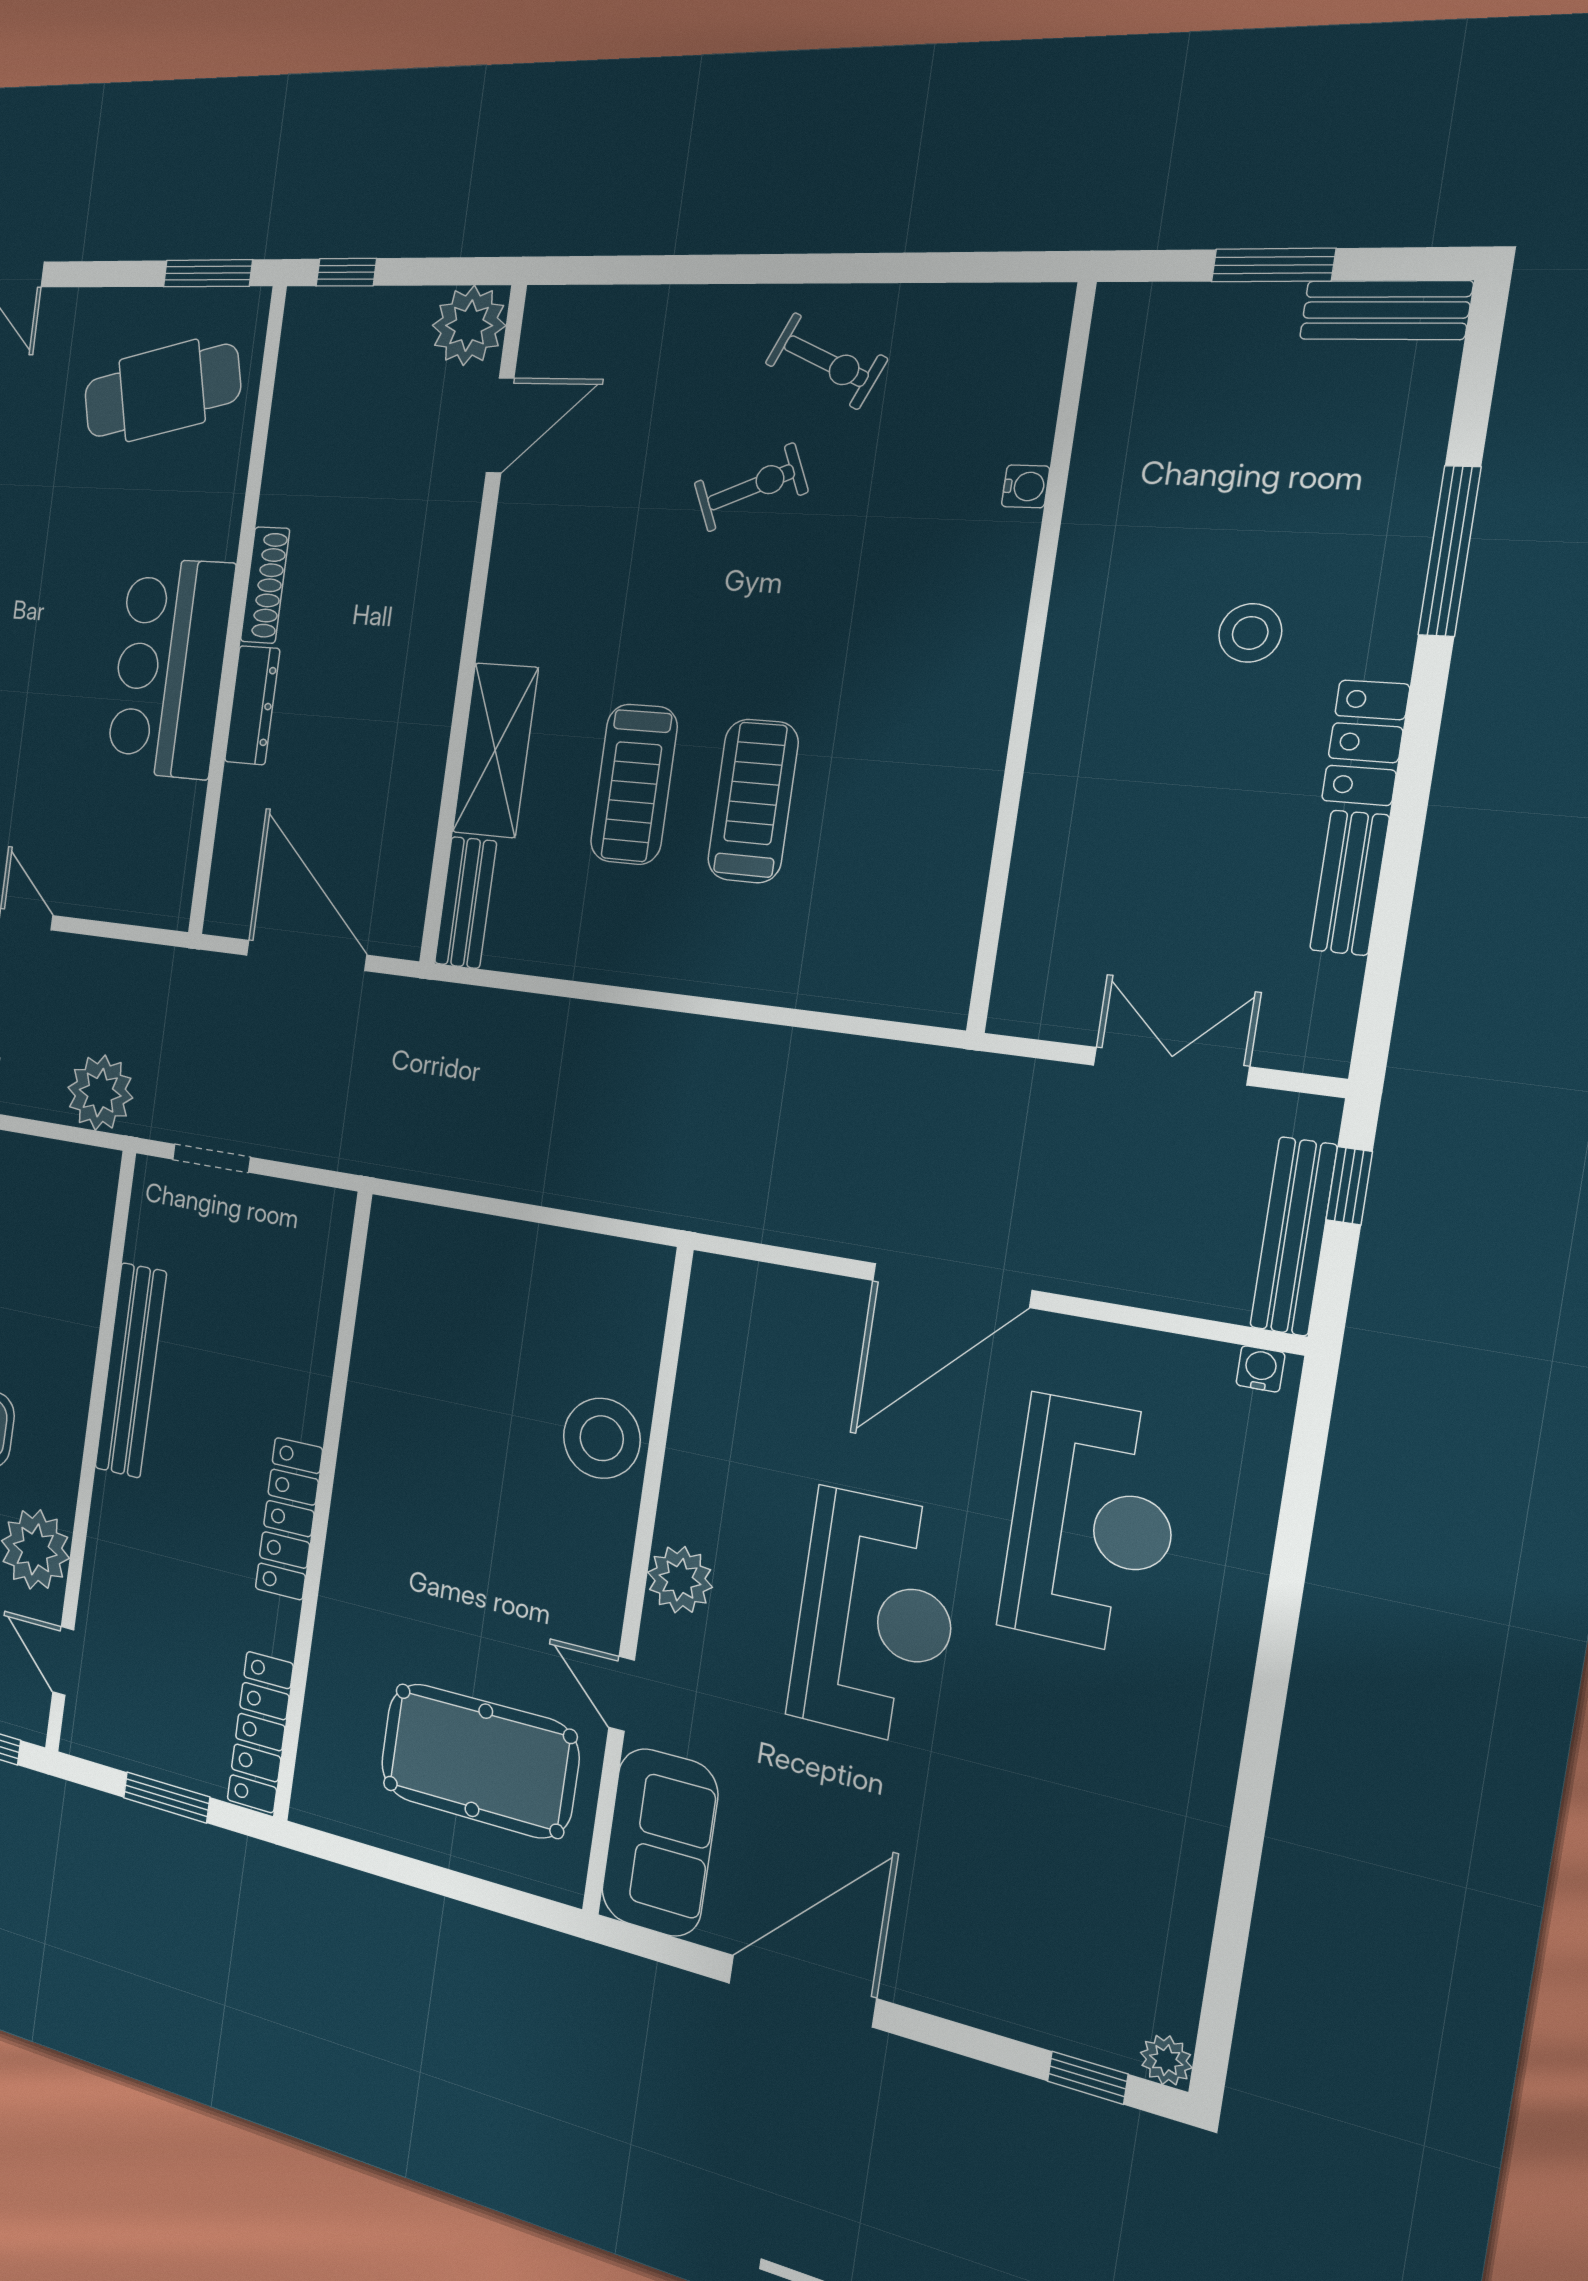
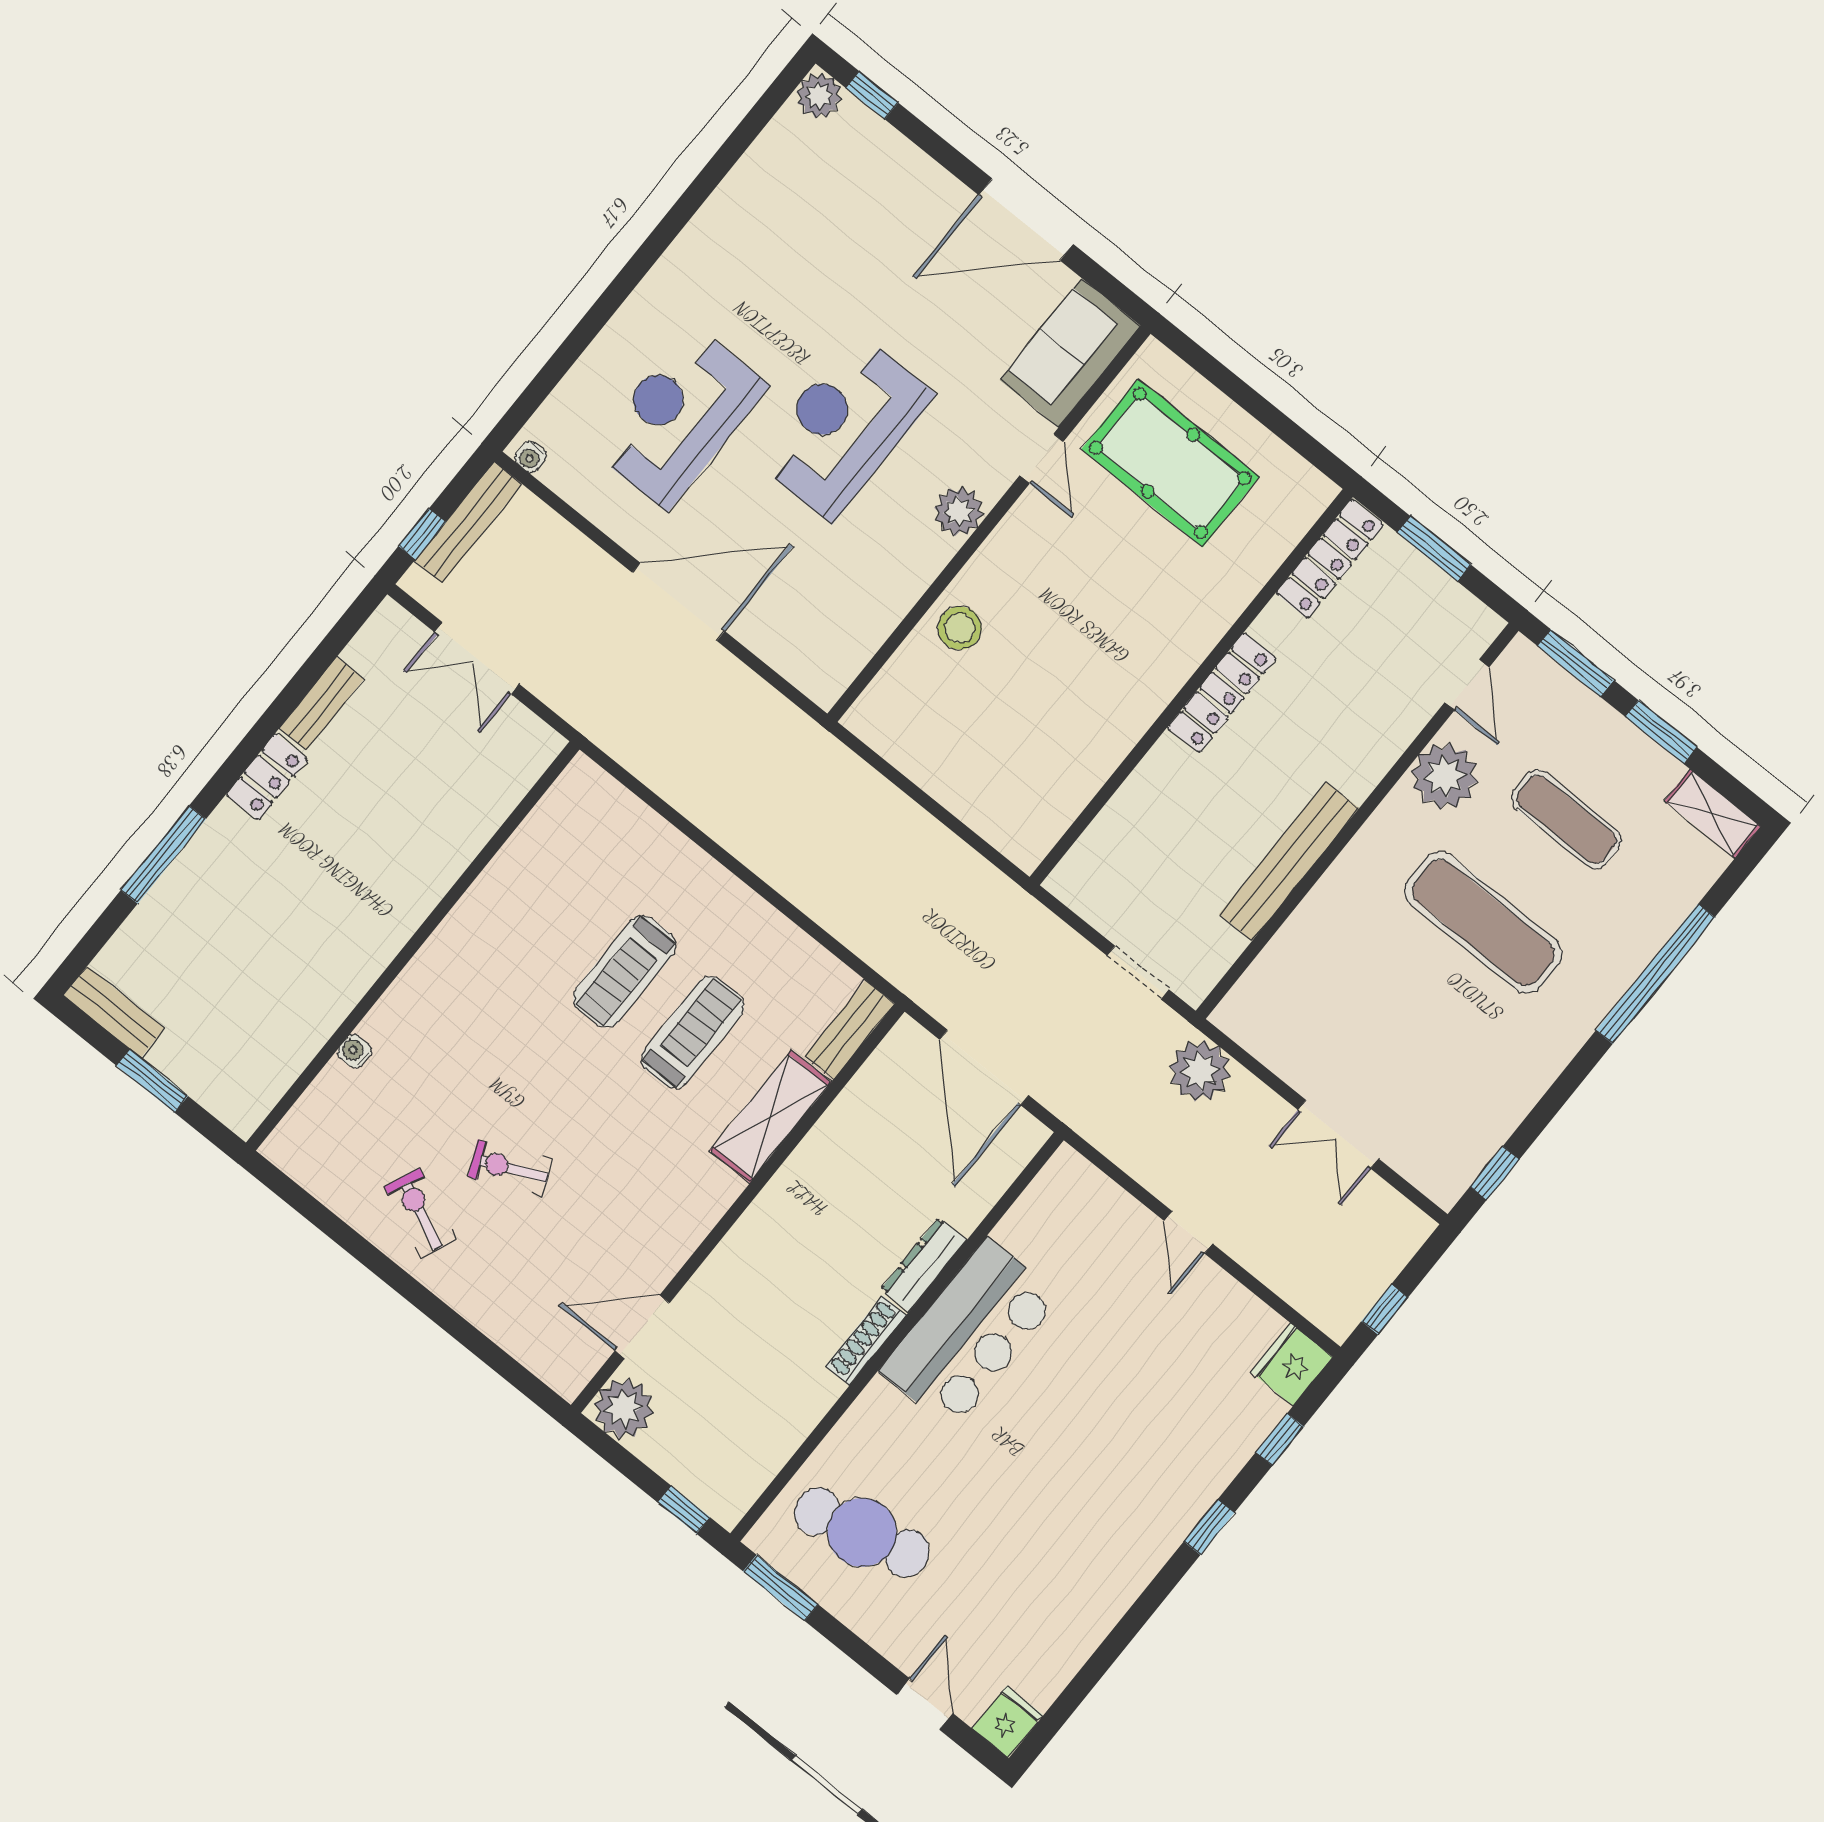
stool: (1250, 633) -> (288, 879), removed
stool: (602, 1438) -> (960, 628), width x0.73, depth x0.73
plant: (1166, 2060) -> (819, 96), width x1.38, depth x1.38

